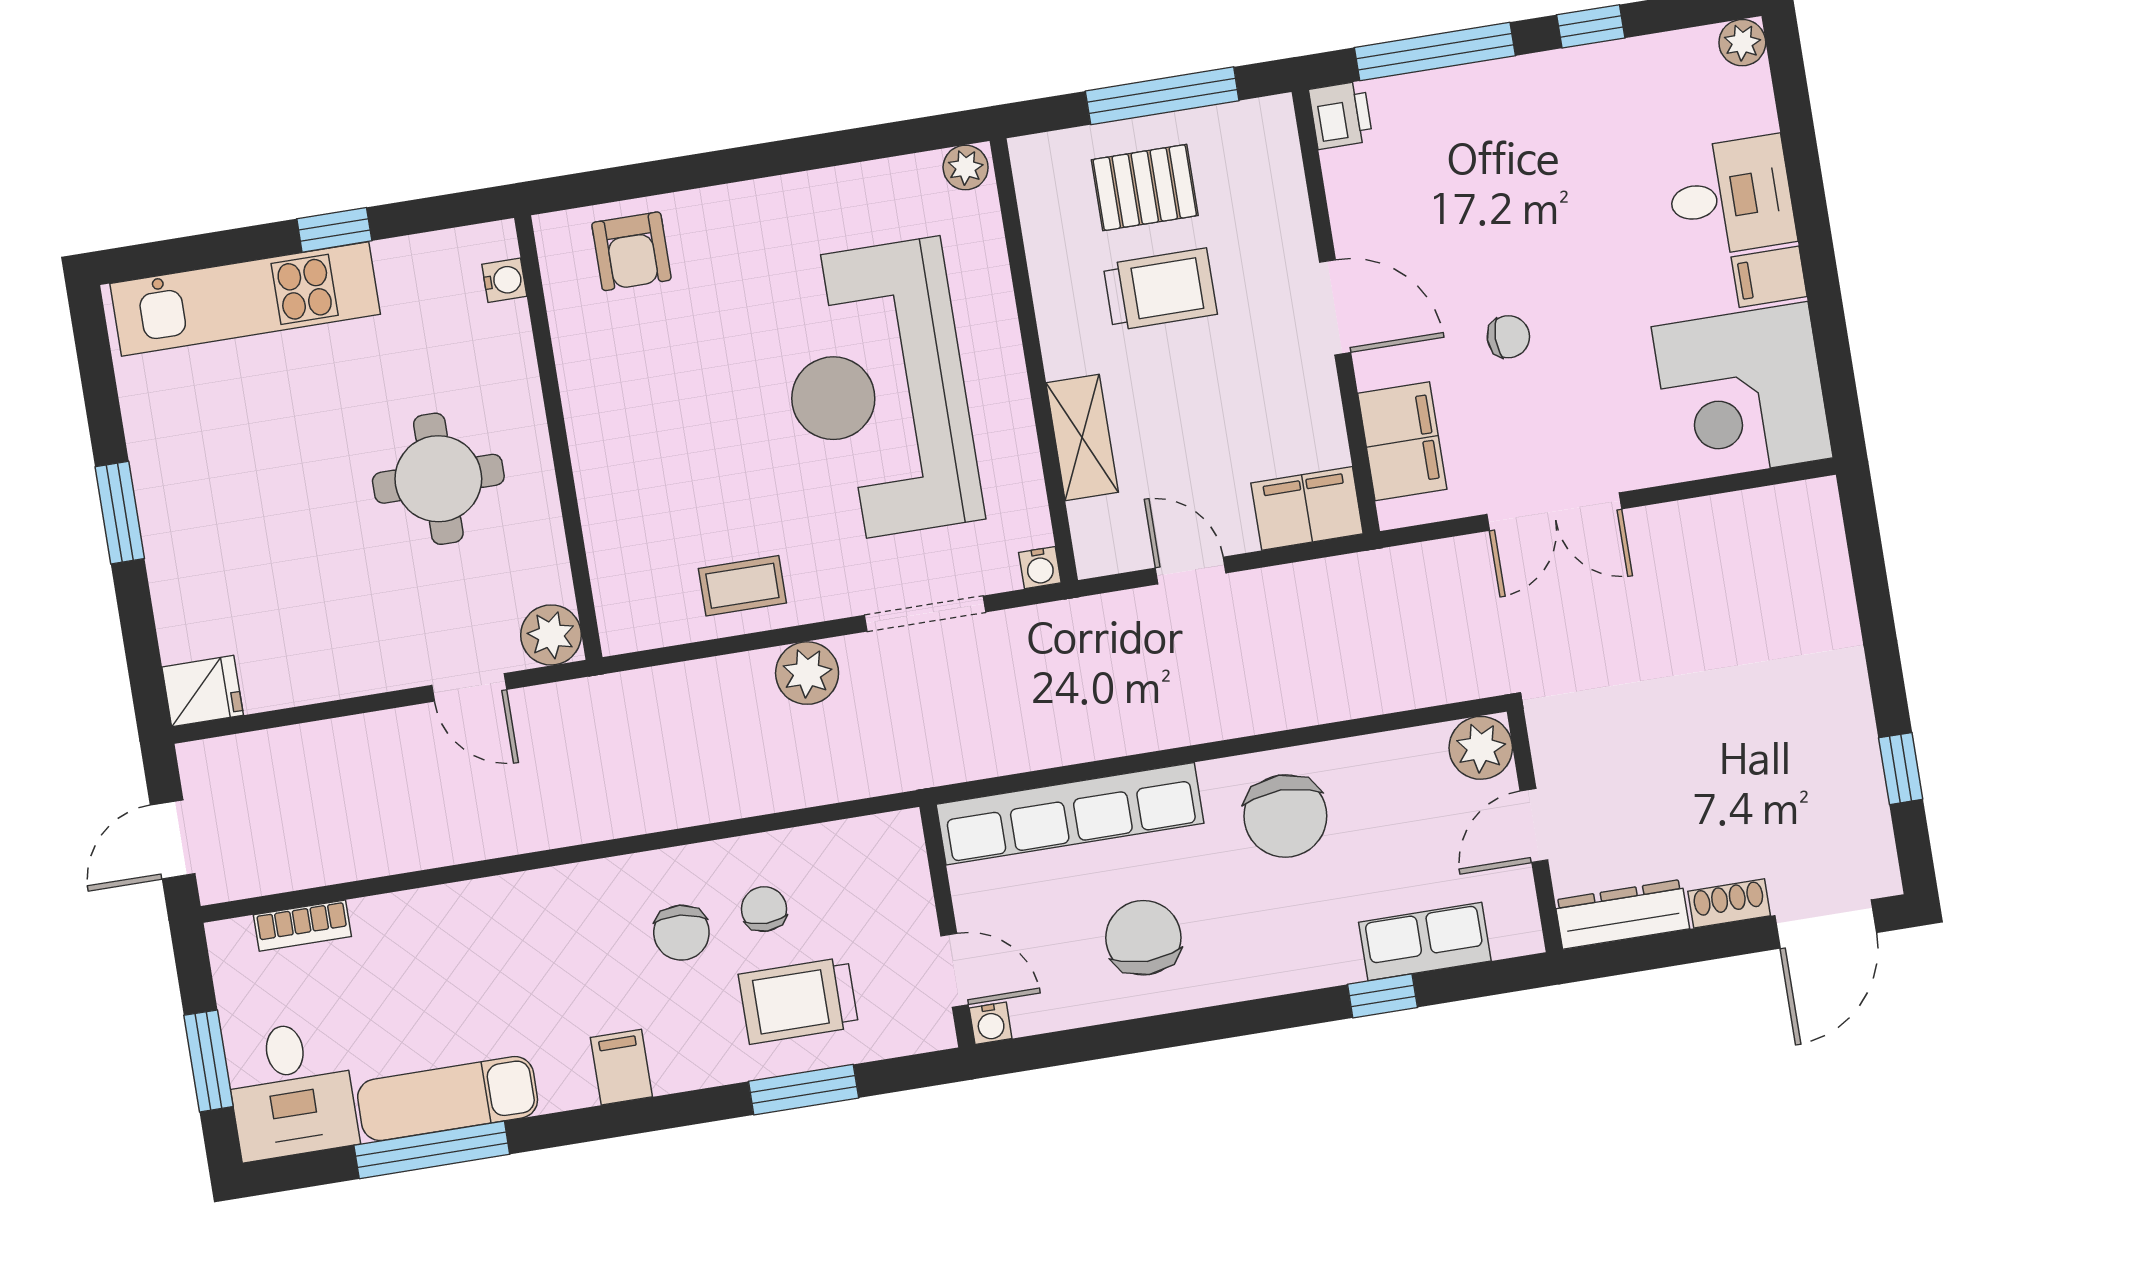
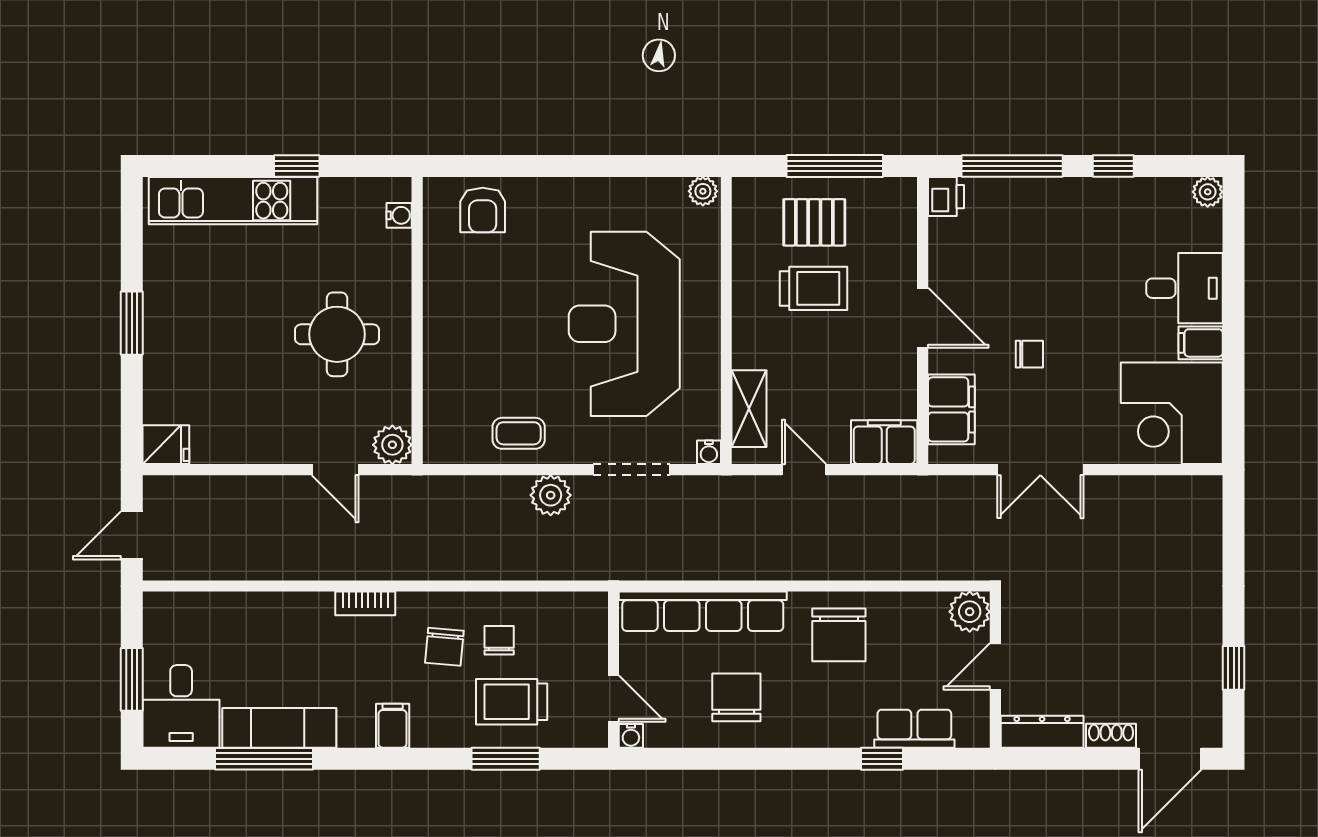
shelving: (1082, 437) -> (749, 409), moved
bookcase: (302, 926) -> (365, 603), moved

